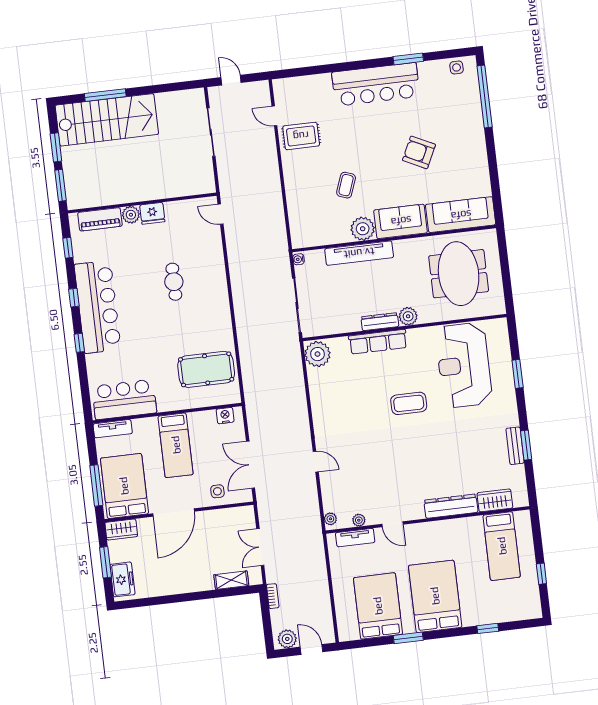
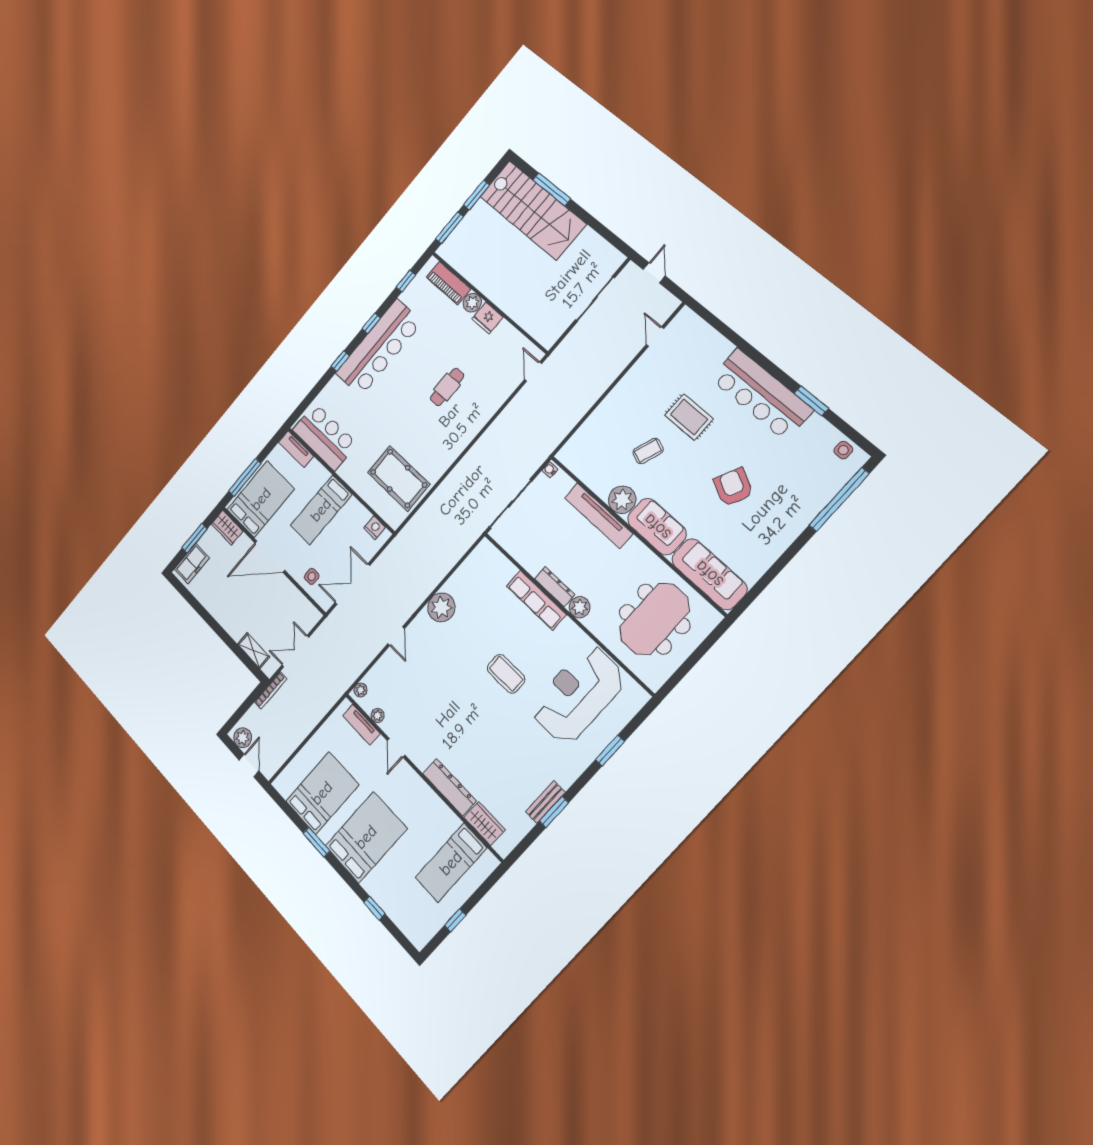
rug: (301, 136) -> (689, 417), moved
plant: (317, 354) -> (441, 607), moved
bookcase: (273, 596) -> (271, 690), width x1.56

